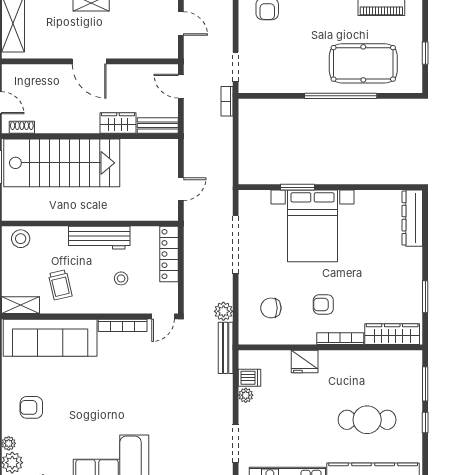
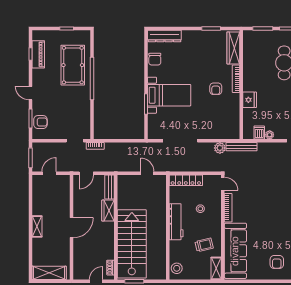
bed with nightstands: (313, 226) -> (169, 95), width x0.73
chair: (271, 308) -> (155, 59), moved

